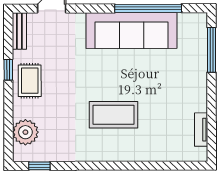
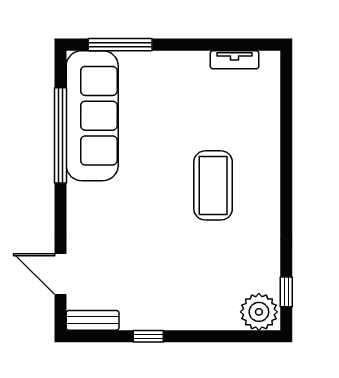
sofa: (131, 31) -> (92, 116), moved
rug: (30, 81) -> (164, 306), removed
plant: (25, 132) -> (259, 312), moved

